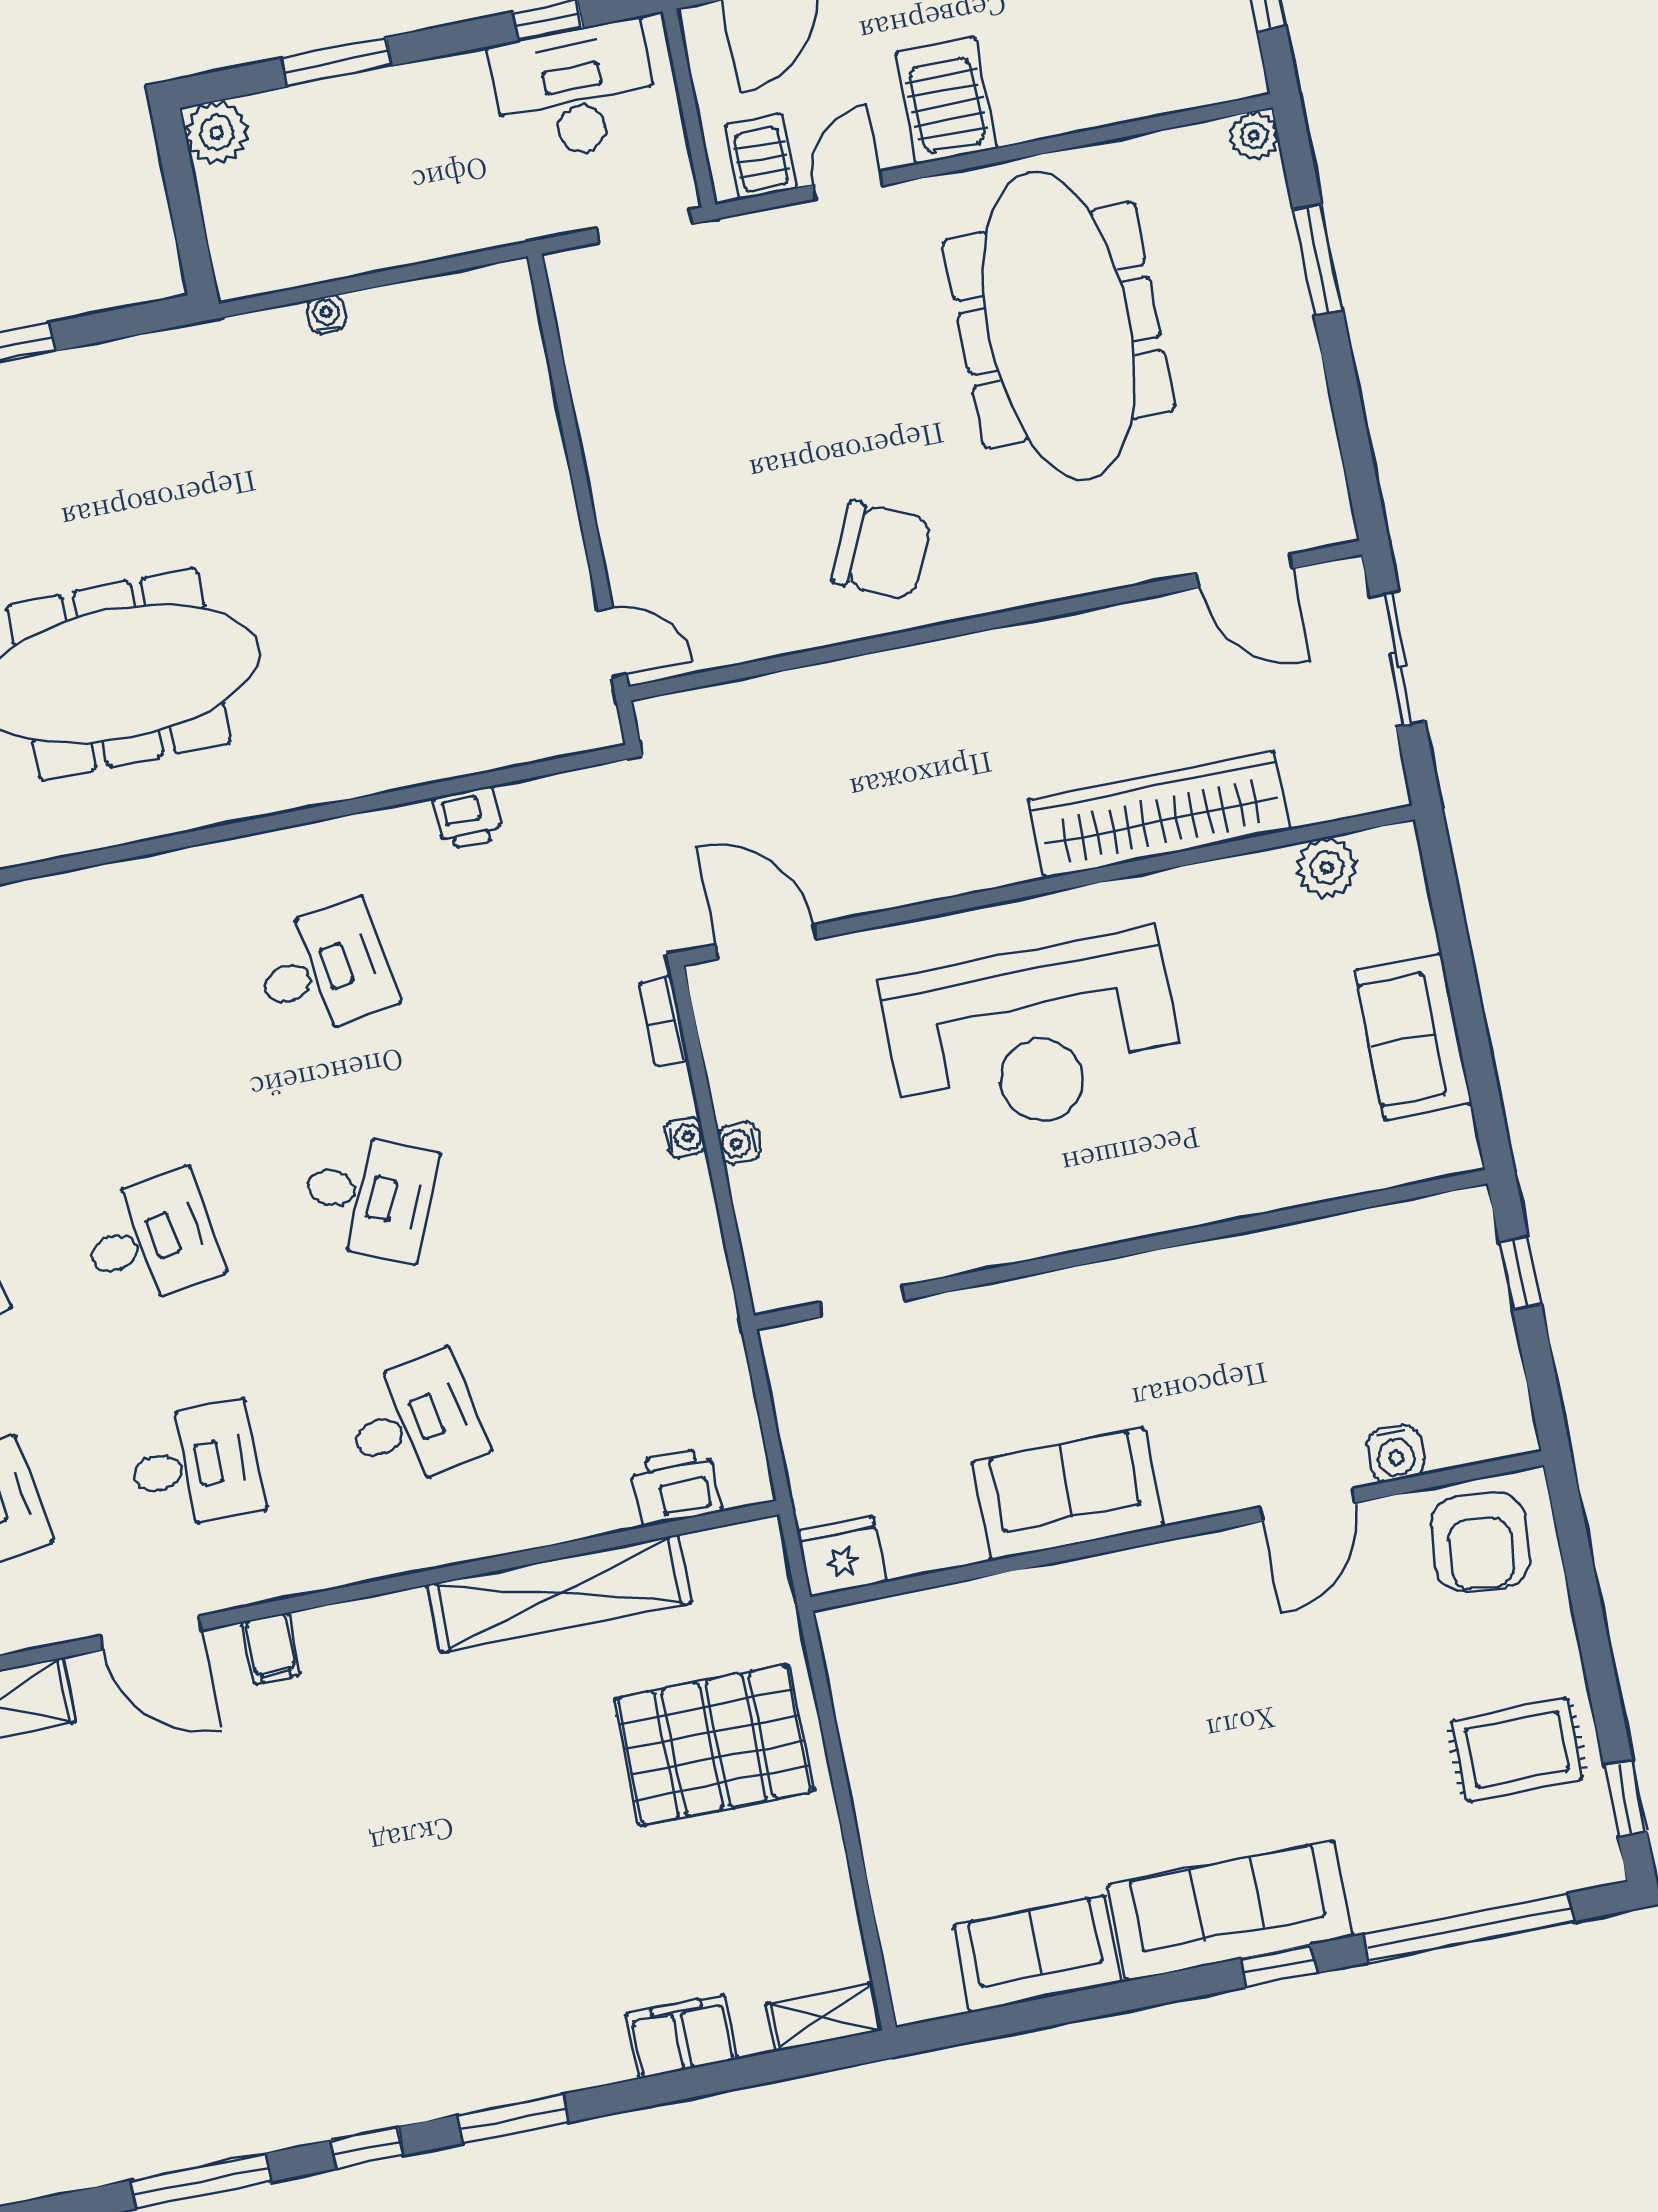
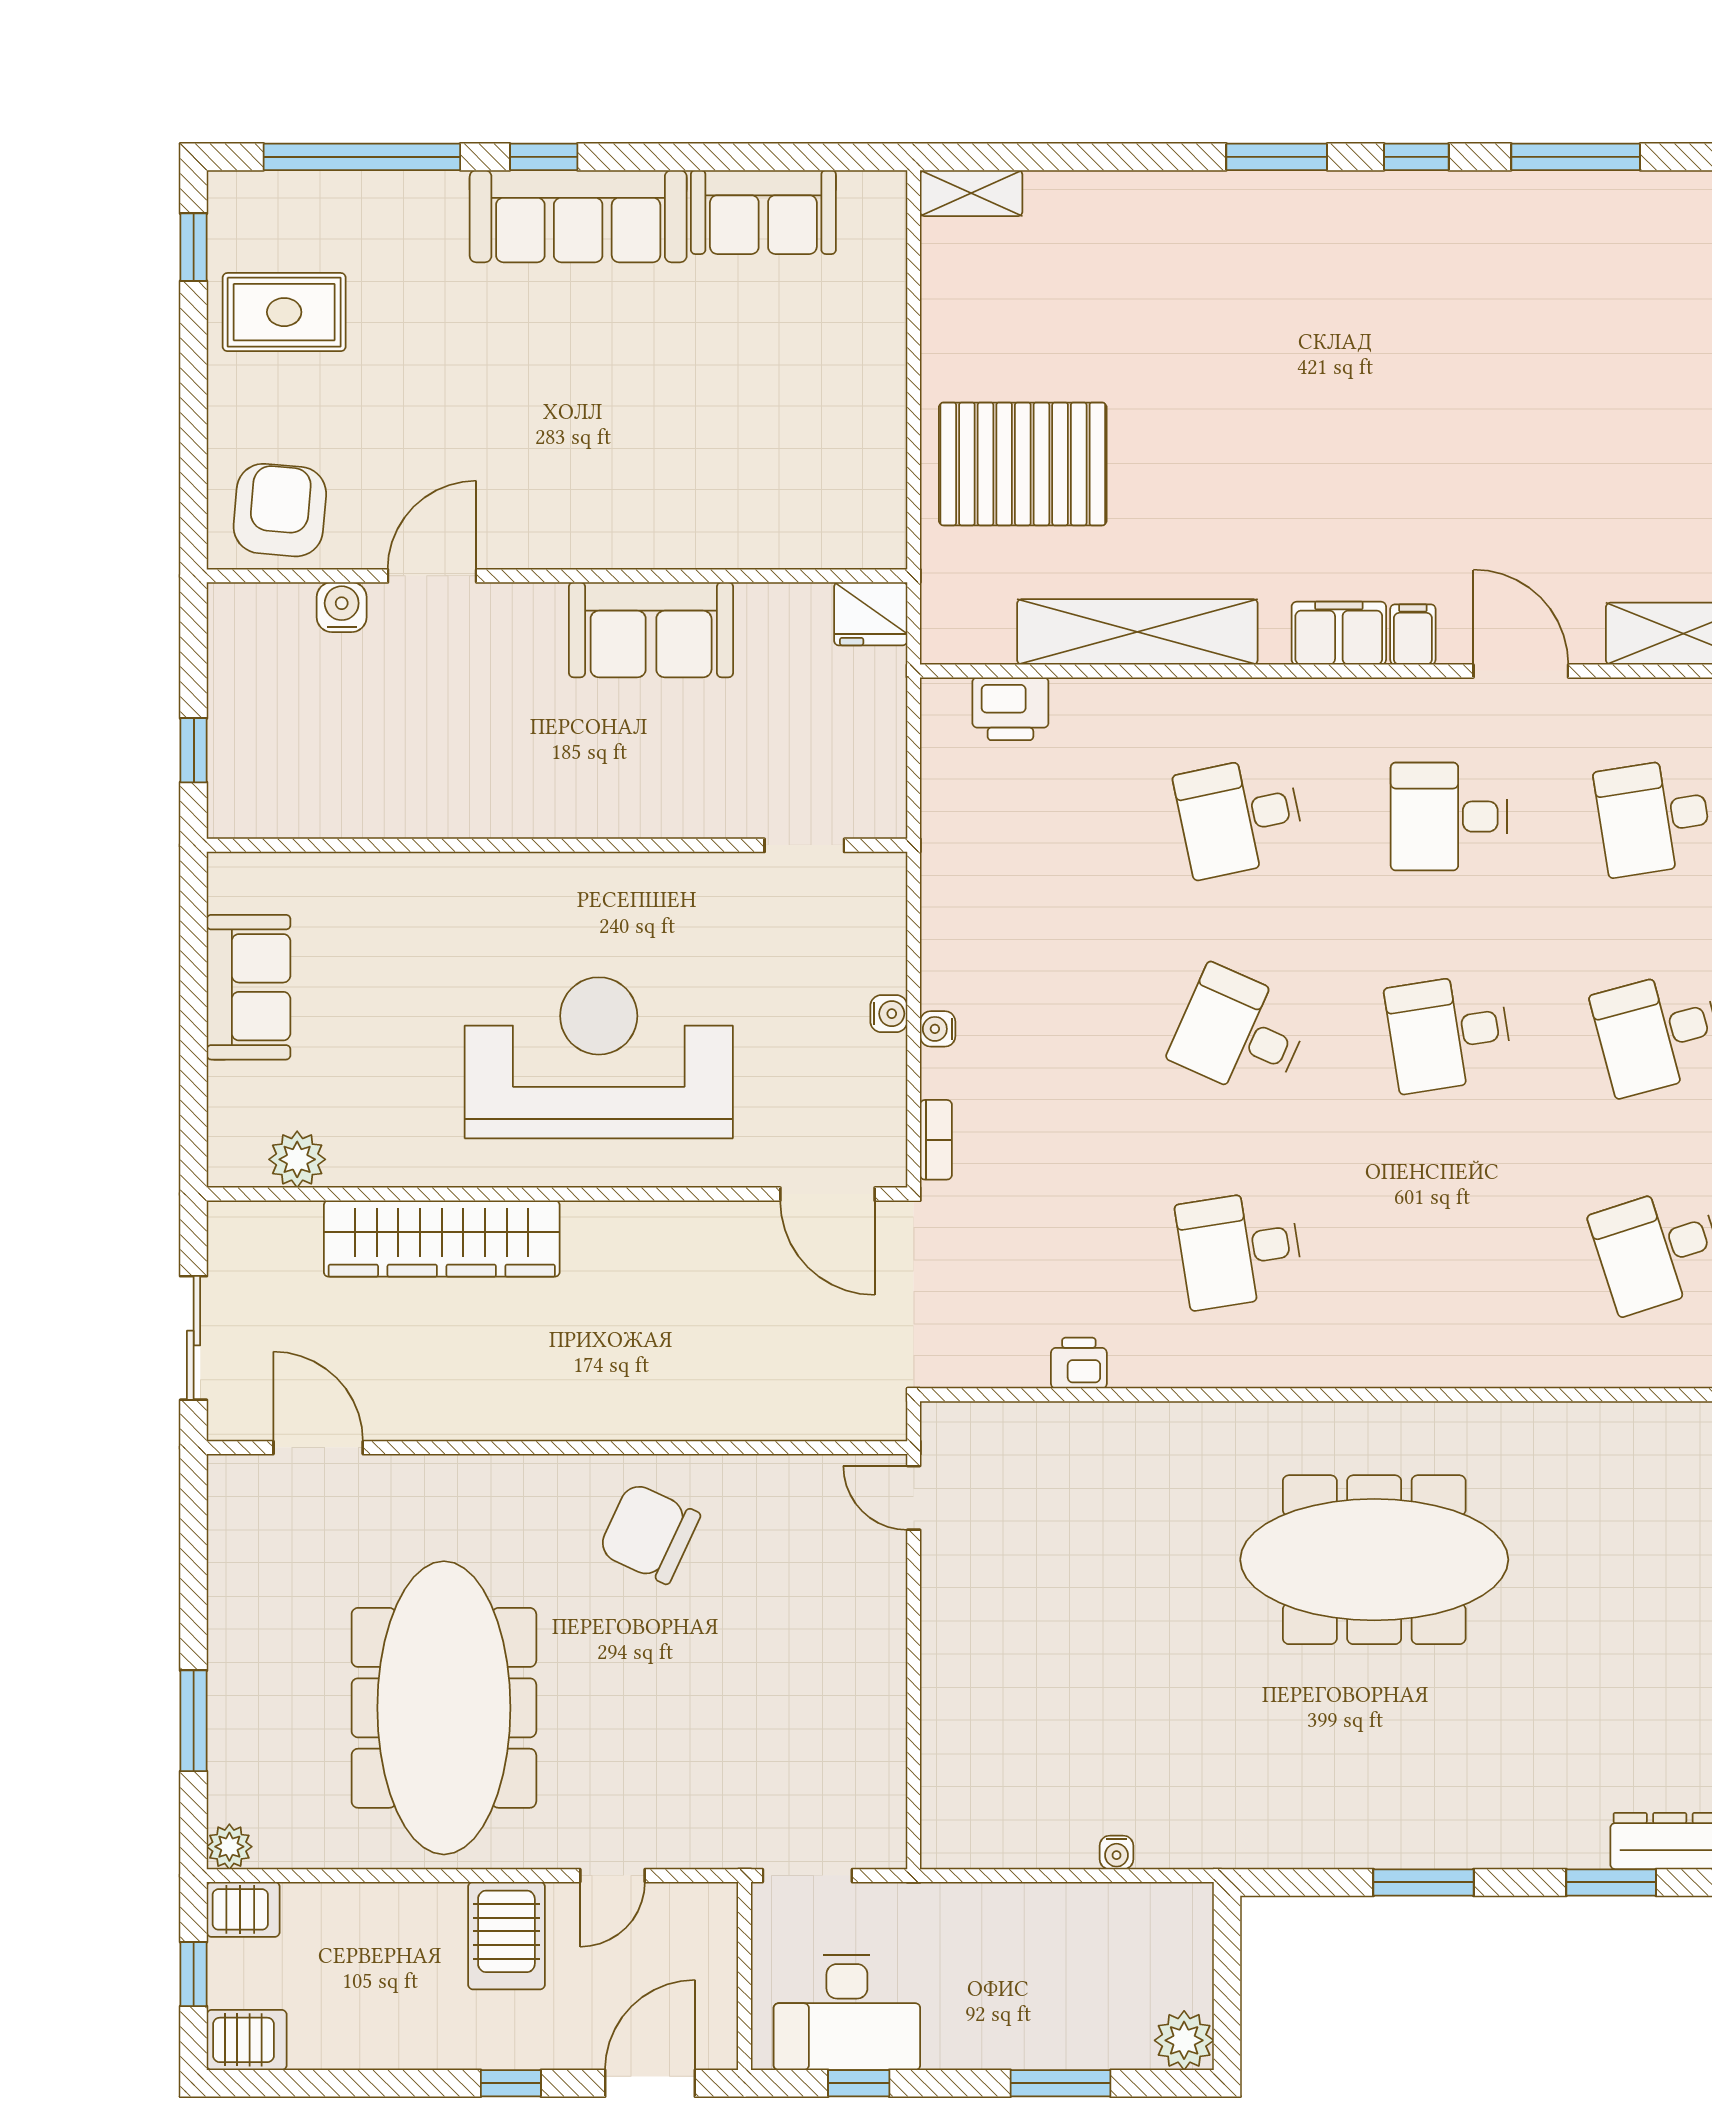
server rack: (761, 156) -> (243, 1909), moved, turned -90
filing cabinet: (682, 2036) -> (1339, 633), moved, turned 180

